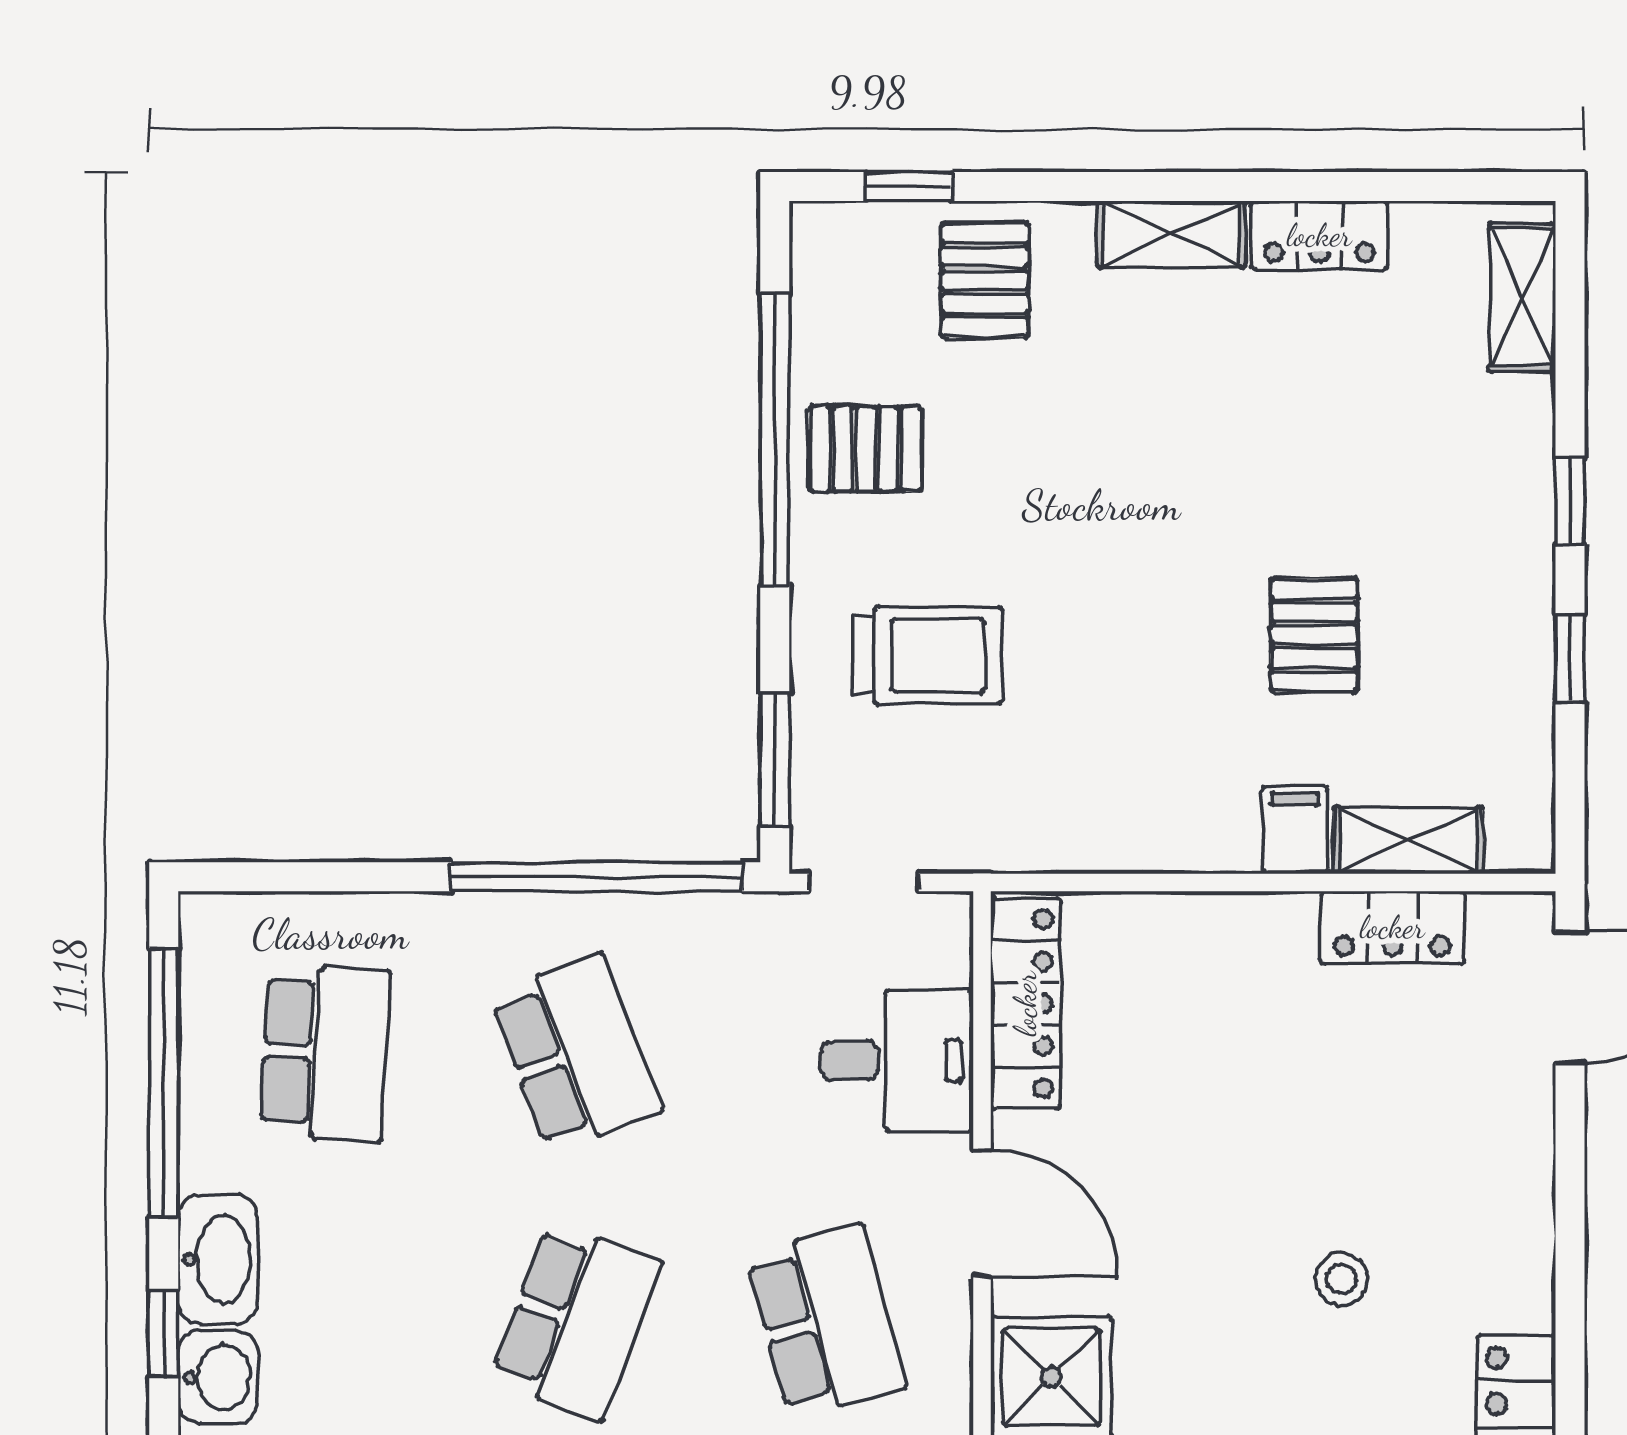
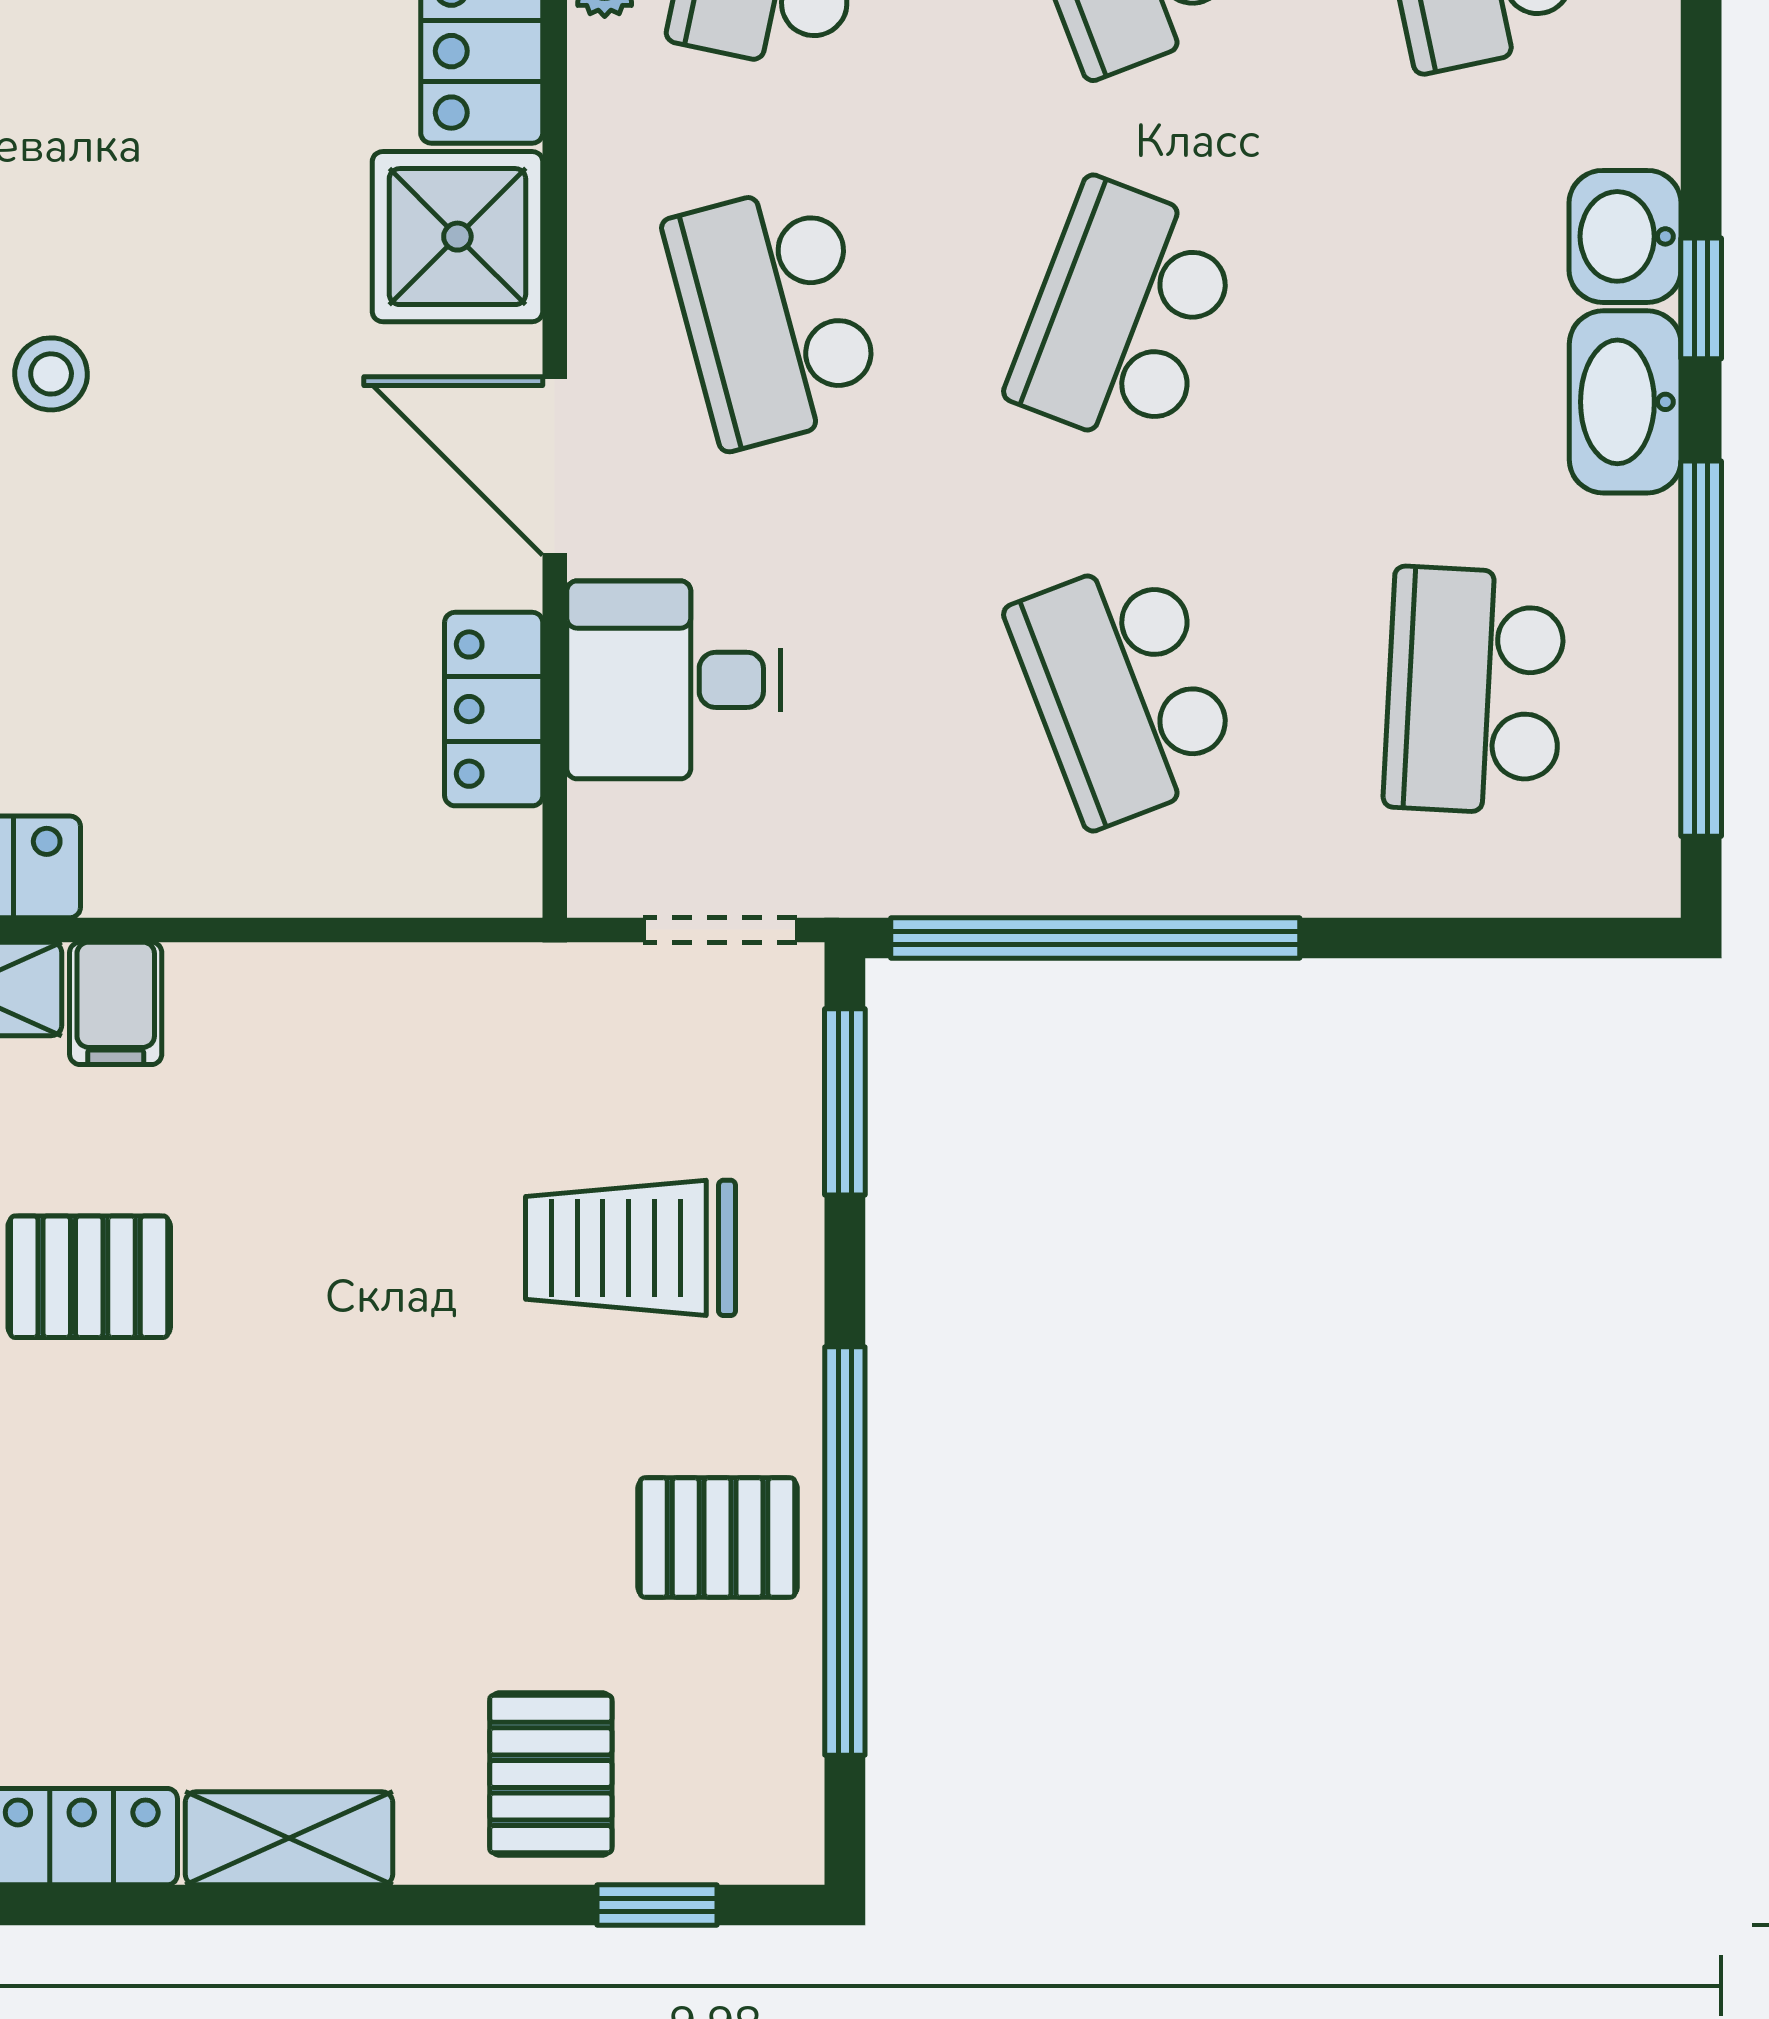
pallet: (1314, 635) -> (89, 1277), turned 90
locker: (1025, 1004) -> (494, 709), width x0.66

